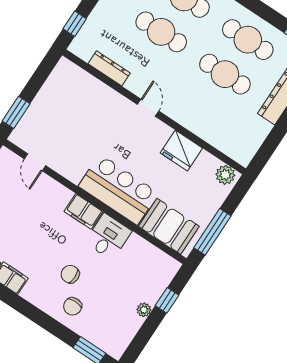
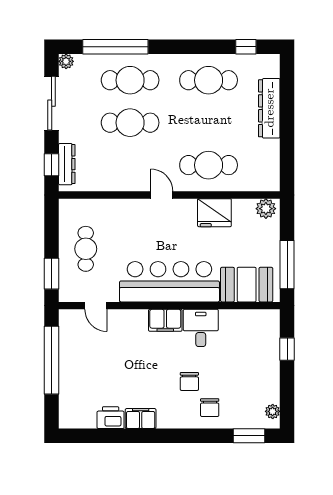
dresser: (109, 68) -> (67, 164), moved, turned 90
cafe table: (225, 74) -> (209, 165), moved
cafe table: (57, 111) -> (86, 249), added
bar counter: (118, 190) -> (169, 282), width x1.36
chair: (70, 274) -> (189, 381), turned -90
plant: (144, 310) -> (273, 411), moved

